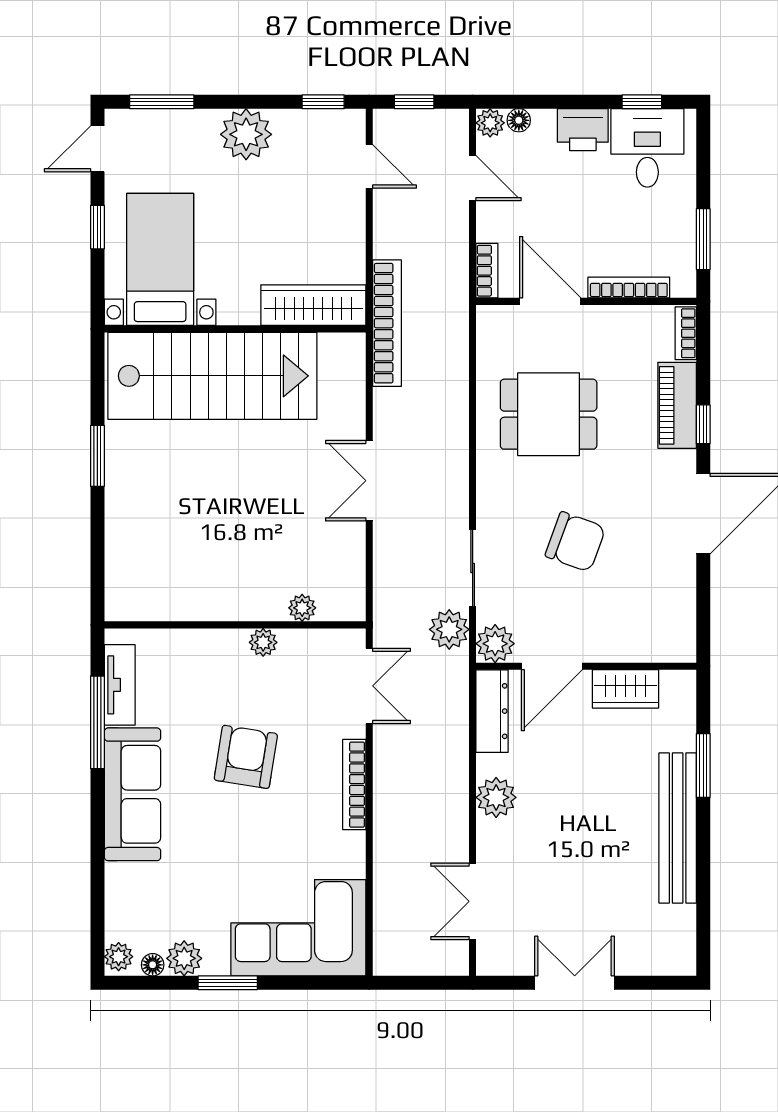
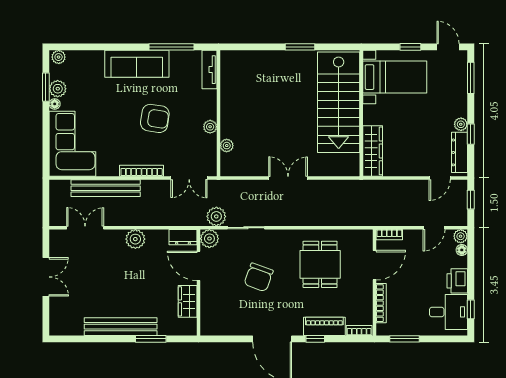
window: (323, 102) -> (471, 134), moved
dresser: (316, 125) -> (459, 152), added
plant: (246, 134) -> (461, 124), width x0.53, depth x0.53
bookcase: (387, 323) -> (364, 186), removed
tv unit: (120, 685) -> (209, 70), moved, turned 90
dresser: (492, 711) -> (183, 237), width x0.70
bench: (391, 859) -> (106, 188), added
floor lamp: (153, 965) -> (55, 104), moved
window: (228, 983) -> (46, 87), moved

